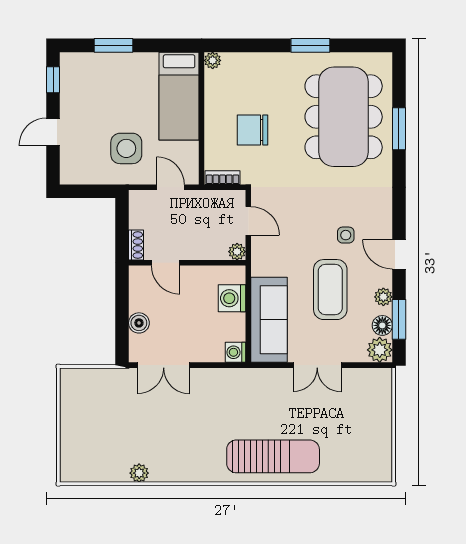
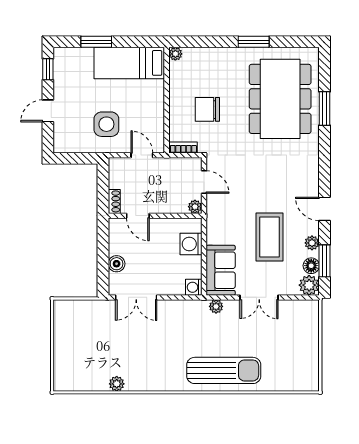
bed: (179, 96) -> (129, 63), moved, turned 90
side table: (346, 235) -> (282, 193), removed
sofa: (269, 320) -> (221, 270), width x0.73
plant: (263, 376) -> (216, 306), added

